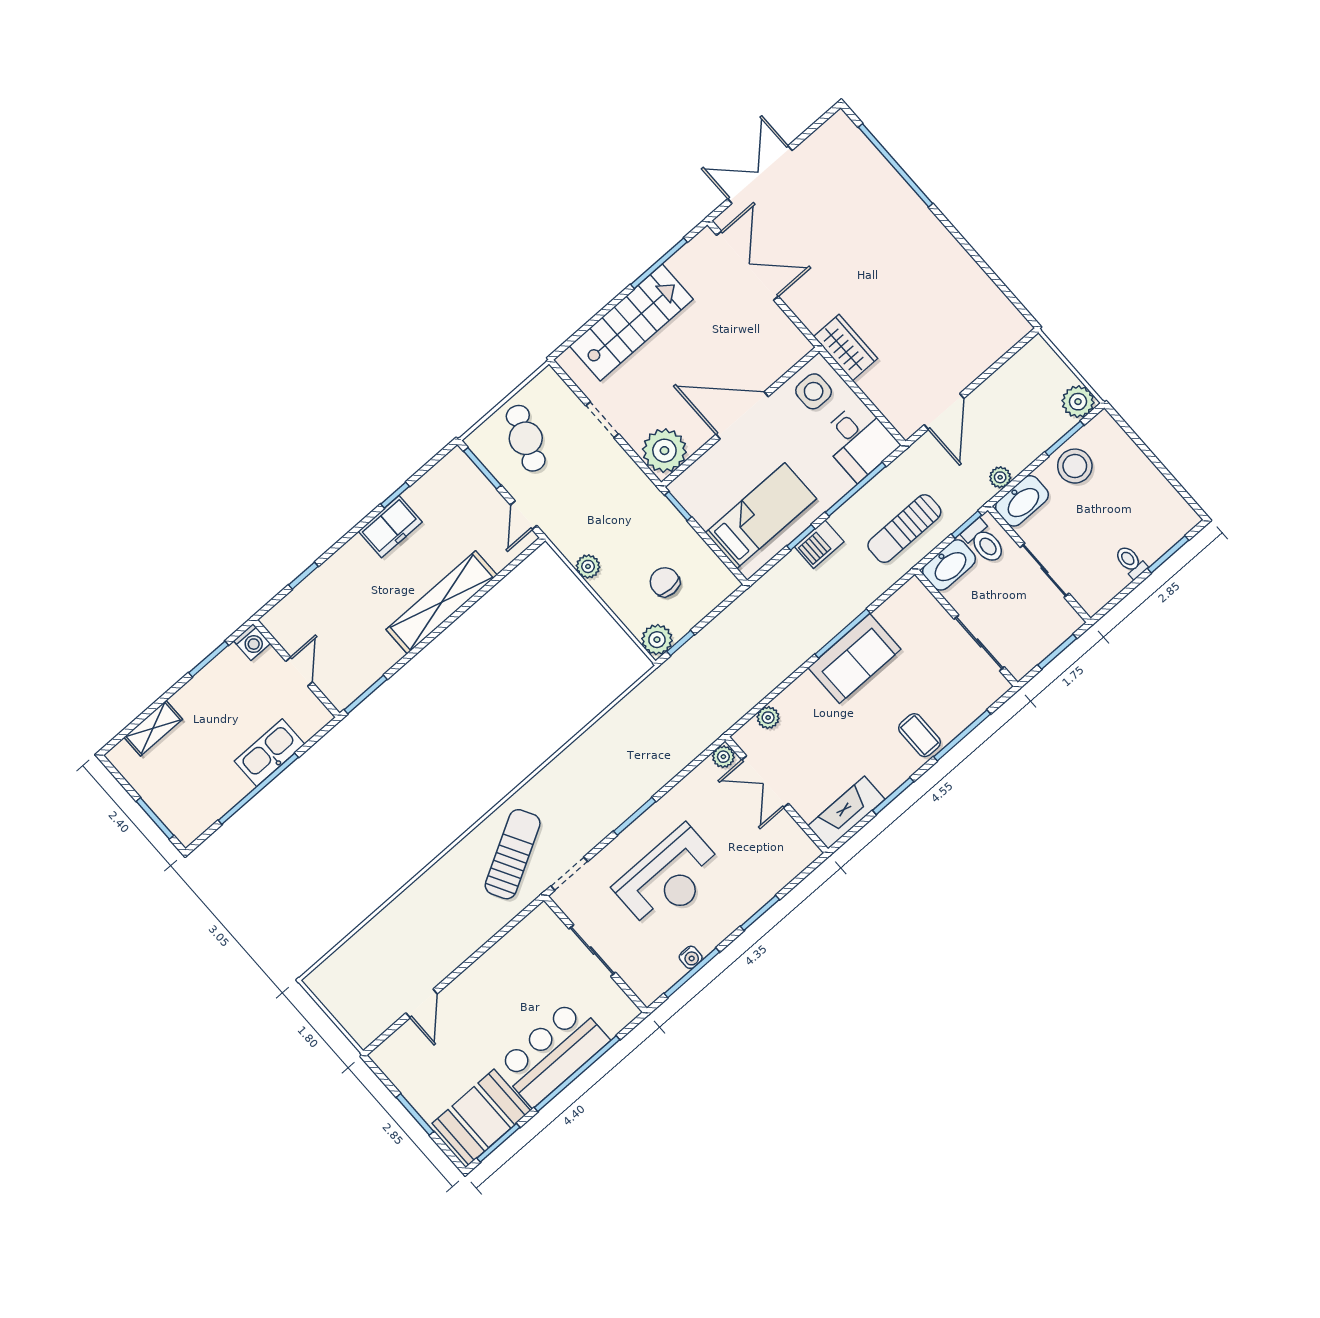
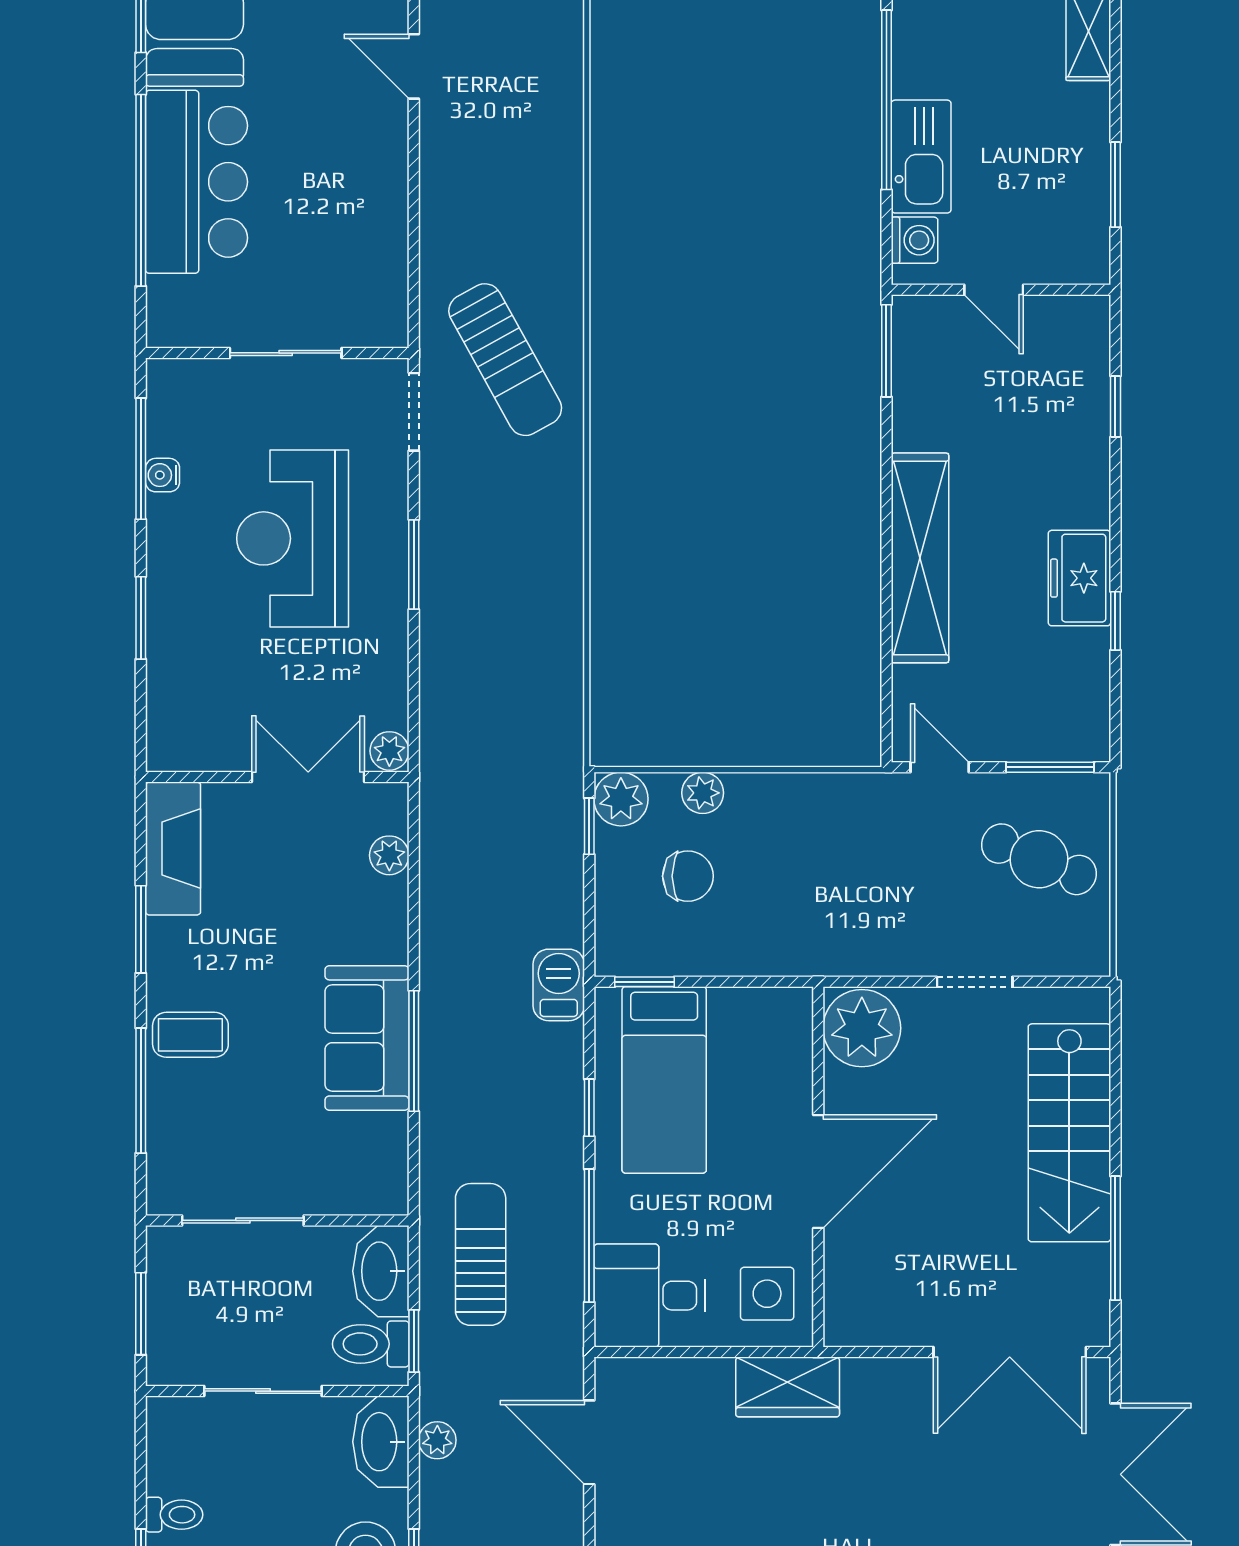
window: (678, 506) -> (645, 982), moved
barbecue: (819, 544) -> (559, 985), moved
plant: (588, 566) -> (703, 793), moved
washing machine: (252, 642) -> (914, 240), moved, turned 180

